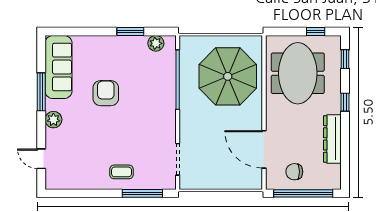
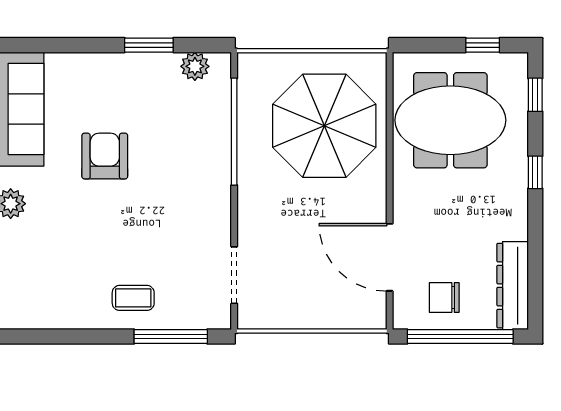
meeting table: (298, 73) -> (450, 120), turned 90
dresser: (332, 139) -> (513, 286), moved

